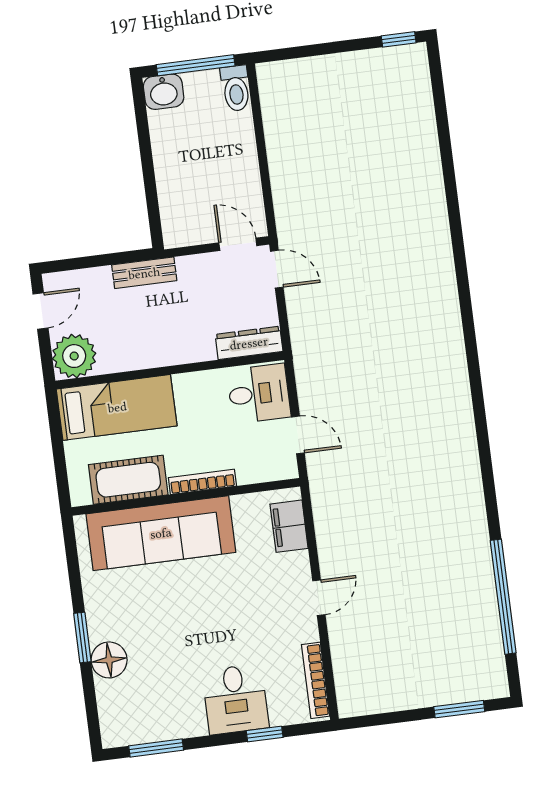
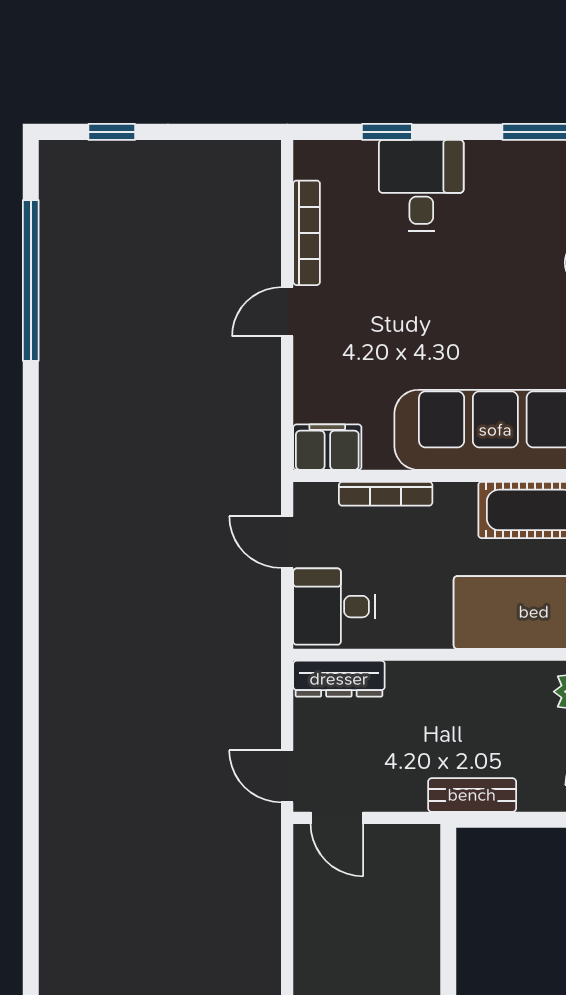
bookcase: (202, 482) -> (386, 494), moved
filing cabinet: (289, 526) -> (327, 447), moved, turned -90
bookcase: (316, 680) -> (307, 233), moved
window: (459, 709) -> (112, 132), width x0.67

